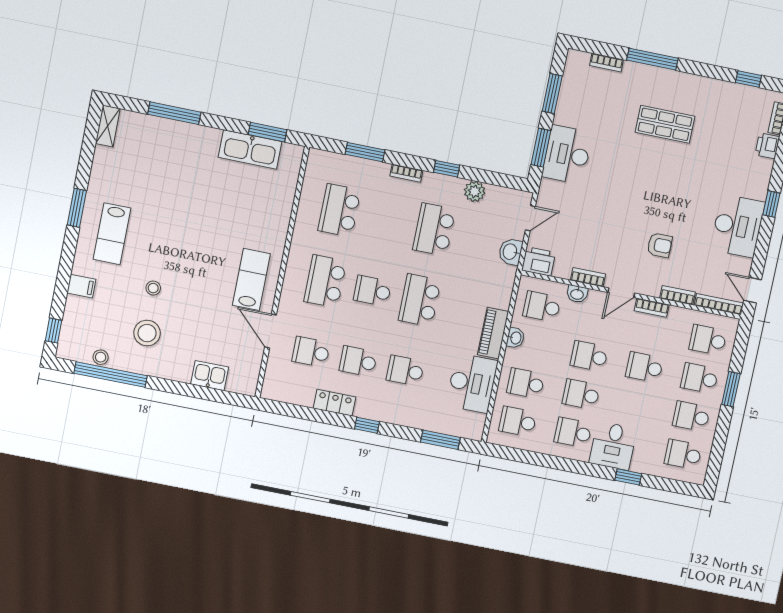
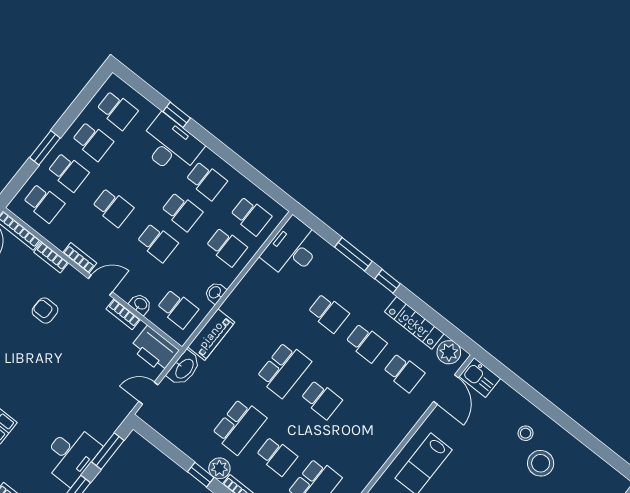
desk: (567, 155) -> (71, 454), moved
plant: (475, 191) -> (219, 468), moved
washbasin: (510, 252) -> (184, 368), width x1.38
printer: (539, 261) -> (154, 349), width x1.37, depth x1.19
school desk: (325, 281) -> (277, 456), moved, width x0.54
door: (270, 331) -> (446, 390), moved
piano: (493, 333) -> (211, 335), moved
stool: (101, 357) -> (526, 433), moved
window: (111, 374) -> (592, 443), removed
kitchen sink: (210, 376) -> (480, 377), moved
desk: (472, 383) -> (292, 249), moved
plant: (280, 390) -> (449, 352), added
locker: (334, 403) -> (414, 323), width x1.53
window: (440, 440) -> (353, 254), moved
desk: (613, 446) -> (170, 145), width x1.37

